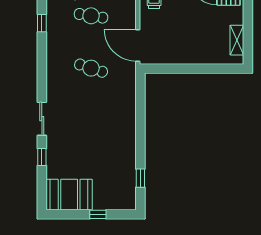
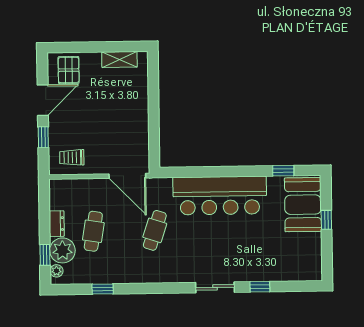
door: (138, 45) -> (127, 176), hinge flipped
bar counter: (120, 124) -> (220, 196), added
booth: (69, 195) -> (303, 205), moved

